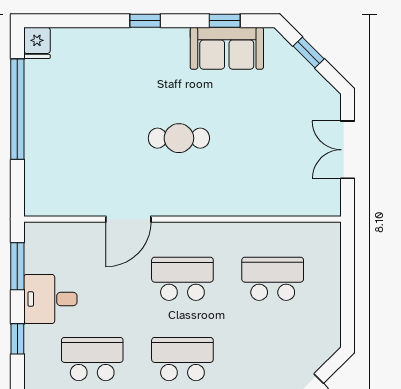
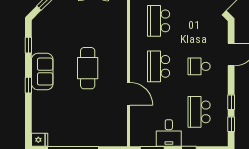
sofa: (227, 48) -> (42, 72), moved
cafe table: (179, 138) -> (88, 68), width x1.37, depth x1.35
school desk: (182, 359) -> (199, 66), width x0.54

